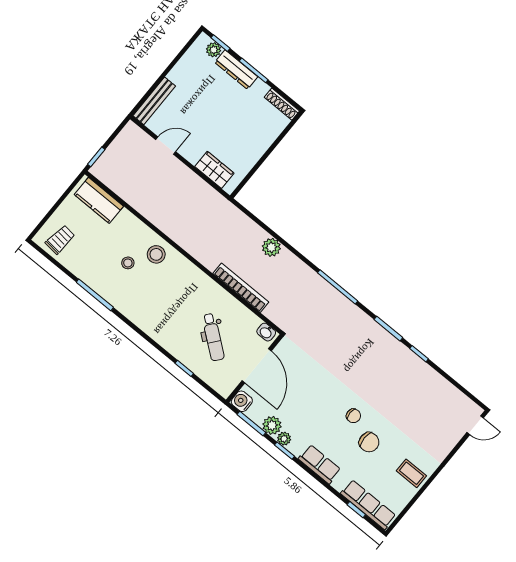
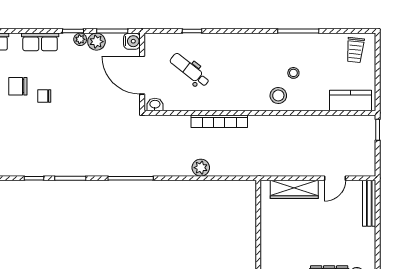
wardrobe: (214, 170) -> (294, 189), width x1.50
bookcase: (241, 288) -> (219, 121), moved

